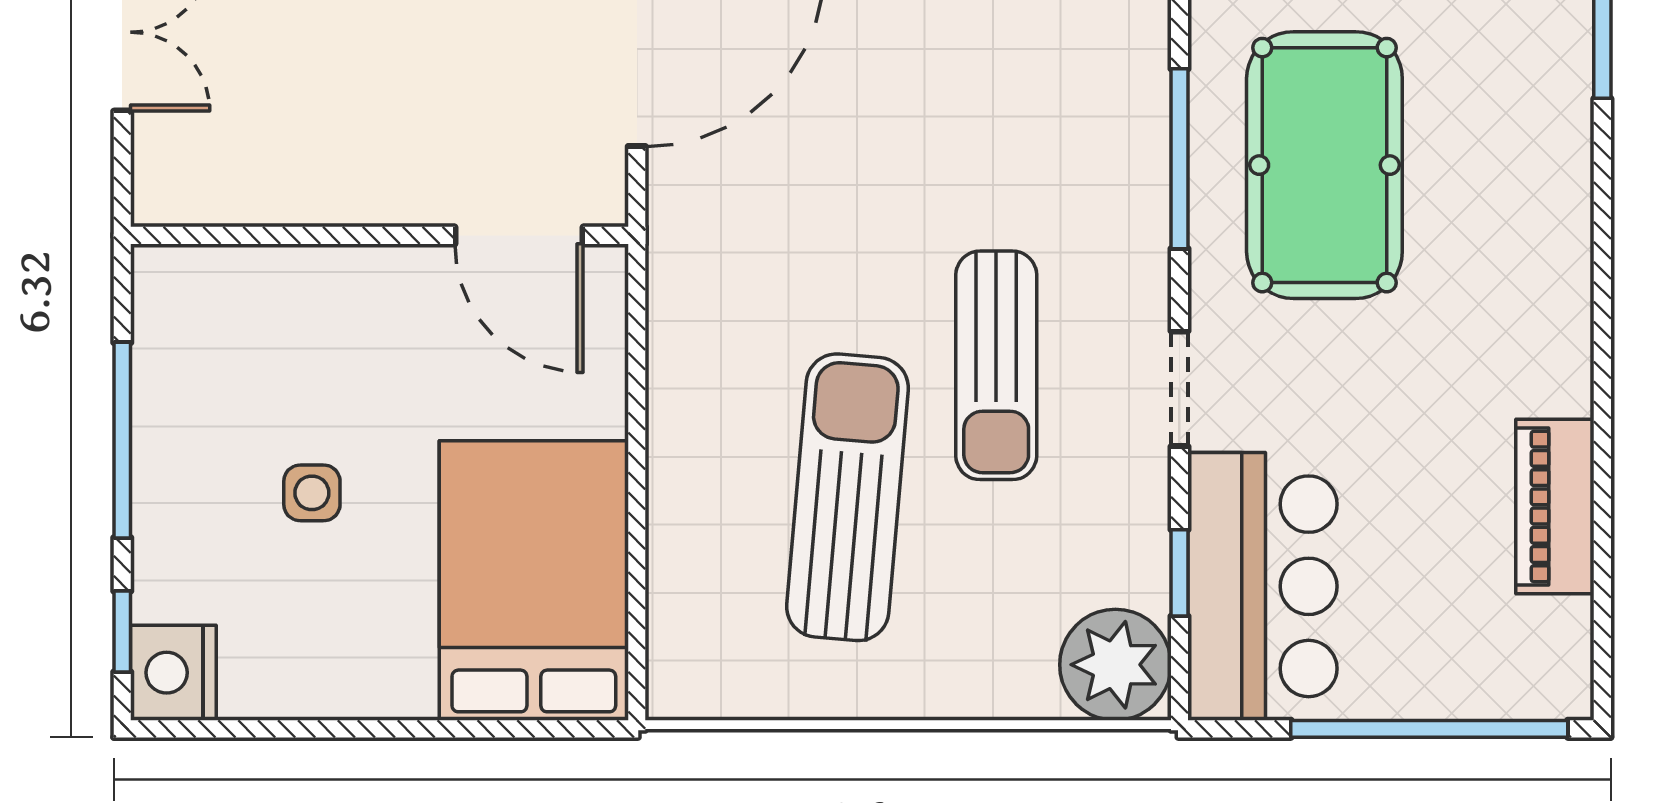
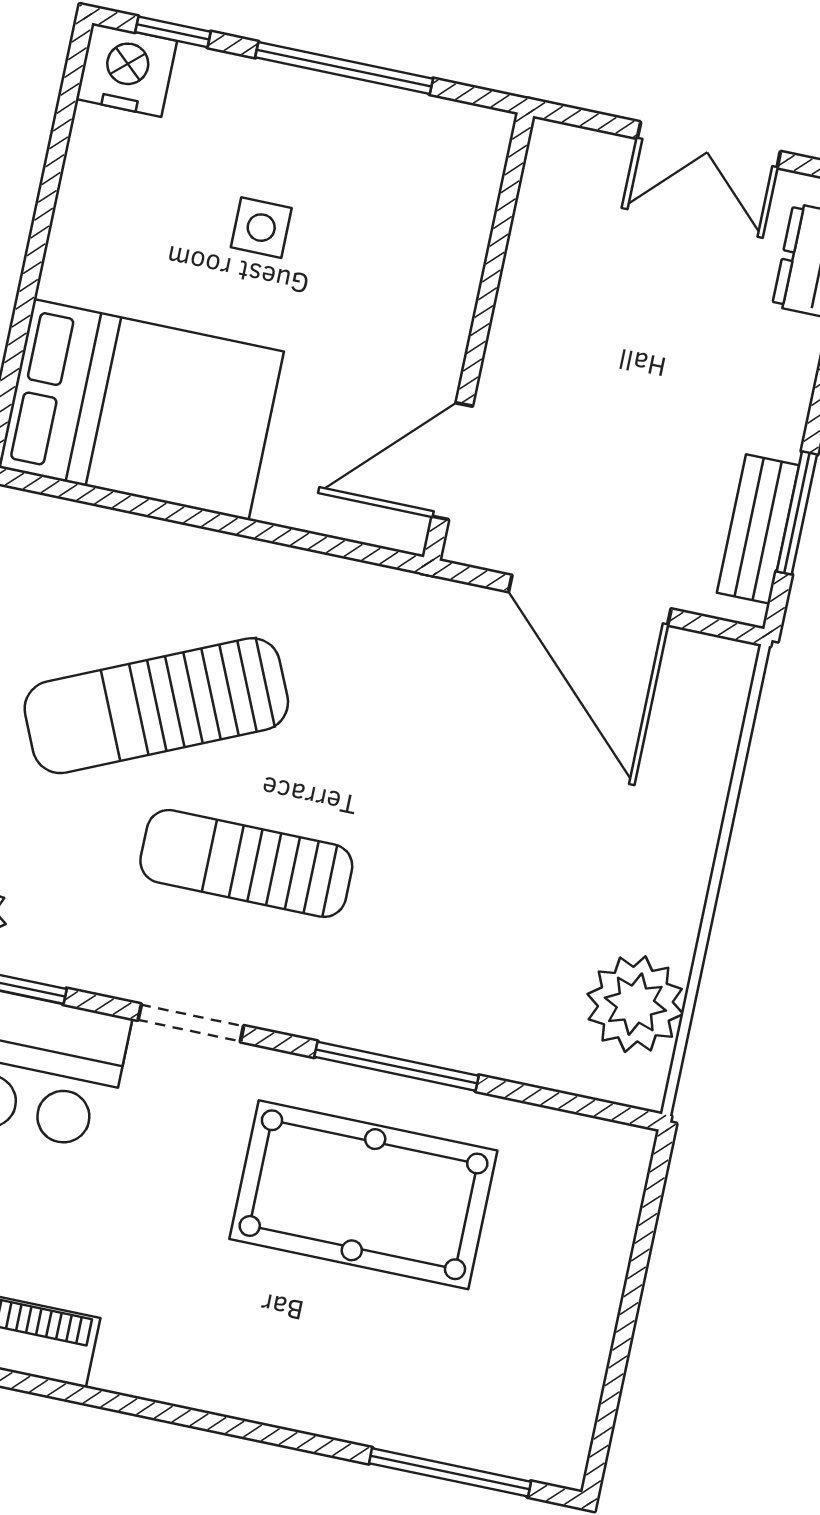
sun lounger: (847, 497) -> (156, 706), turned 151

